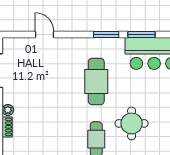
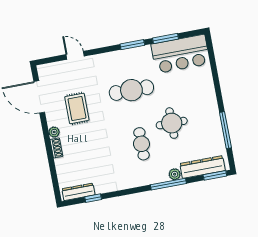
cafe table: (96, 81) -> (131, 90), turned 90
rug: (36, 90) -> (77, 108), added

